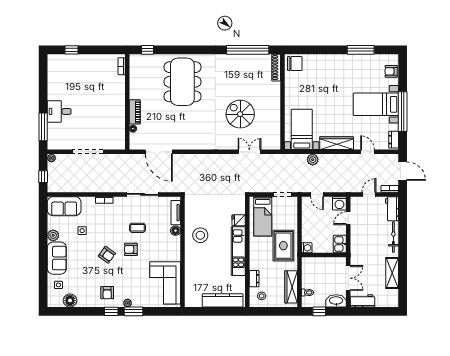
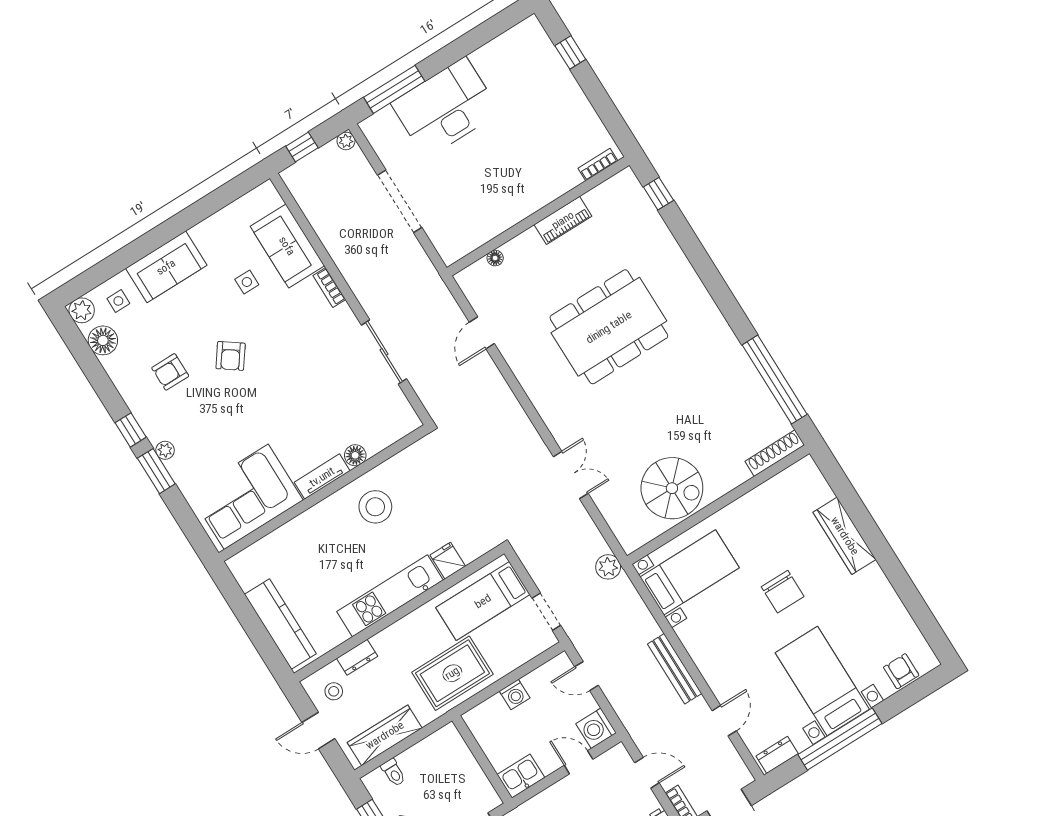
window: (361, 50) -> (906, 589), removed
chair: (295, 64) -> (783, 592), moved
dining table: (182, 82) -> (609, 327), moved
desk: (59, 111) -> (446, 108), width x1.87, depth x1.30
piano: (135, 112) -> (563, 220), moved
spiral stairs: (240, 114) -> (672, 488), moved, turned 90
wardrobe: (337, 143) -> (845, 536), moved, turned 180
door: (159, 152) -> (482, 333), width x0.53
double door: (249, 152) -> (571, 475), moved
bench: (335, 159) -> (675, 669), added
plant: (313, 160) -> (608, 567), moved
door: (317, 194) -> (587, 676), hinge flipped
sofa: (64, 206) -> (287, 246), moved
tv unit: (176, 213) -> (322, 477), moved
coffee table: (137, 228) -> (316, 381), removed
plant: (53, 235) -> (82, 310), moved
washing machine: (307, 248) -> (515, 694), moved
armchair: (131, 249) -> (268, 394), removed
armchair: (107, 293) -> (170, 372), moved
door: (273, 311) -> (318, 731), added

